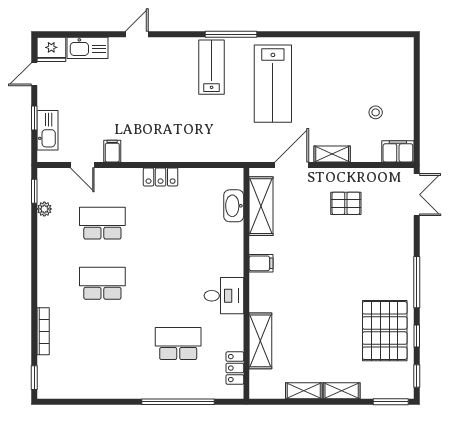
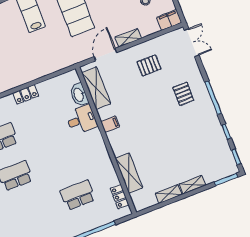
desk: (224, 296) -> (82, 120), moved
pallet: (385, 331) -> (183, 94), moved, width x0.49, depth x0.50

